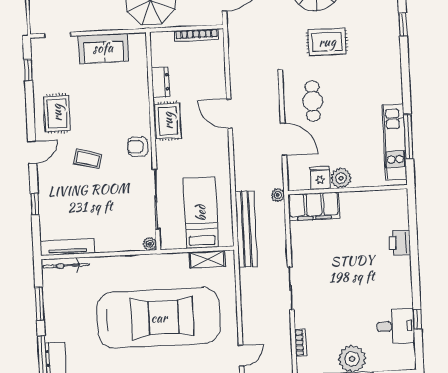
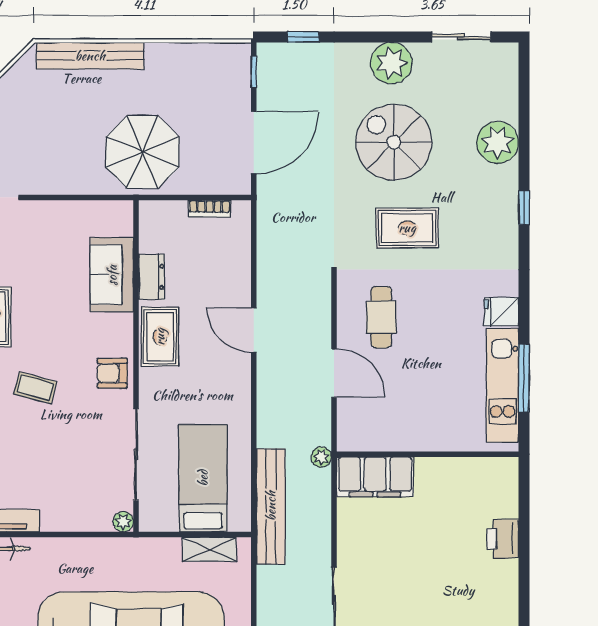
bookcase: (196, 35) -> (209, 209), width x0.64
sofa: (103, 48) -> (112, 275), moved, turned 90
fridge: (320, 178) -> (501, 312), moved, turned -90
plant: (341, 178) -> (419, 436), removed

